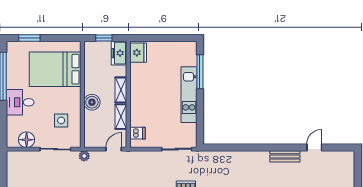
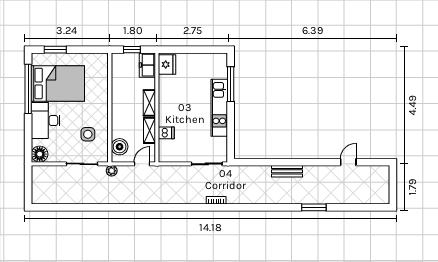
bed: (55, 69) -> (58, 84), moved, turned 180
desk: (20, 102) -> (46, 121), width x1.37
boiler: (92, 102) -> (120, 147), moved
dishwasher: (137, 133) -> (166, 133), moved
floor lamp: (27, 140) -> (40, 154), moved
bench: (285, 156) -> (287, 171), moved

